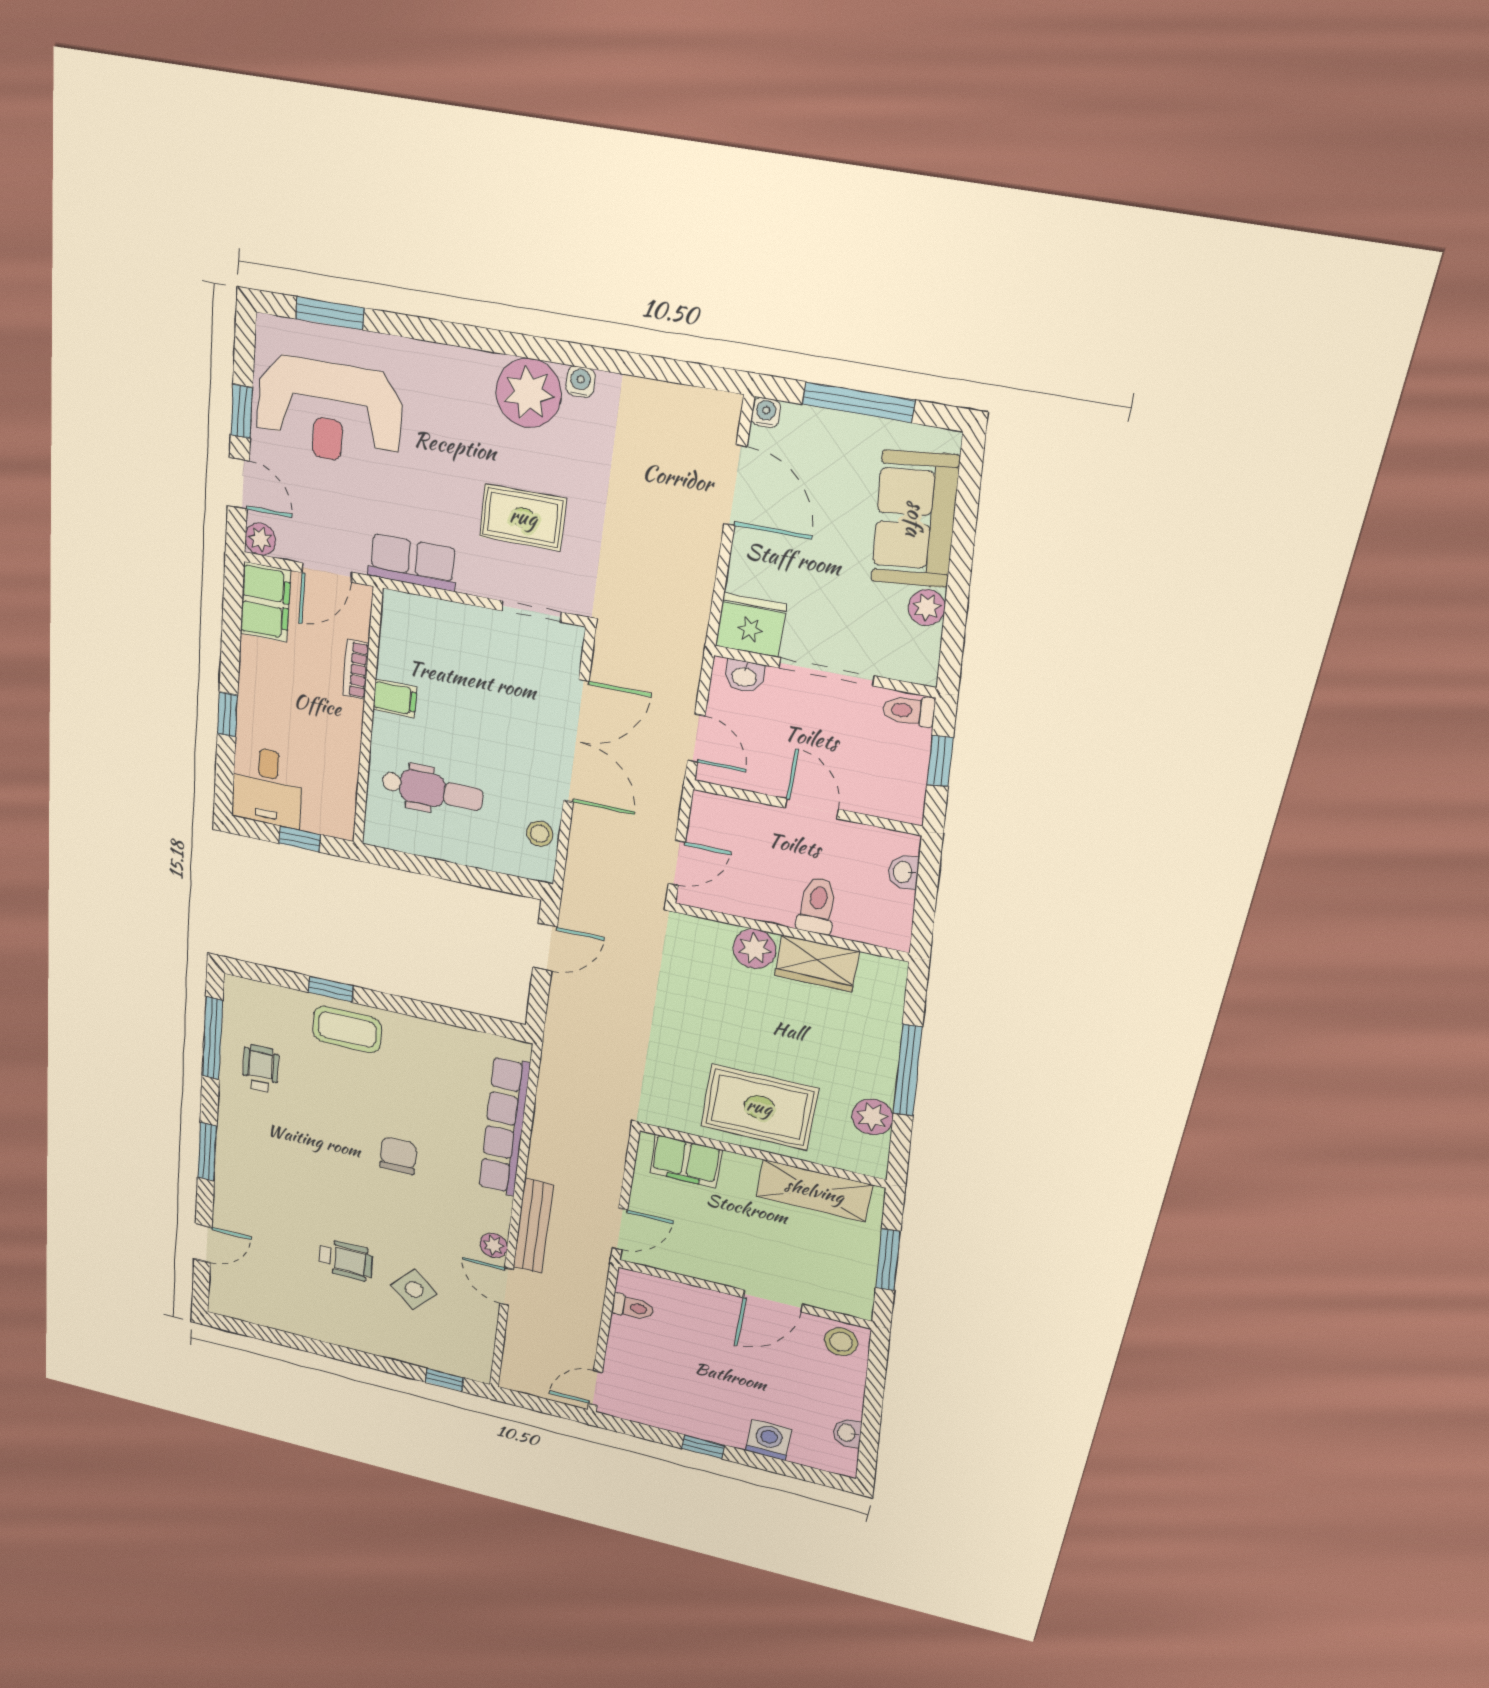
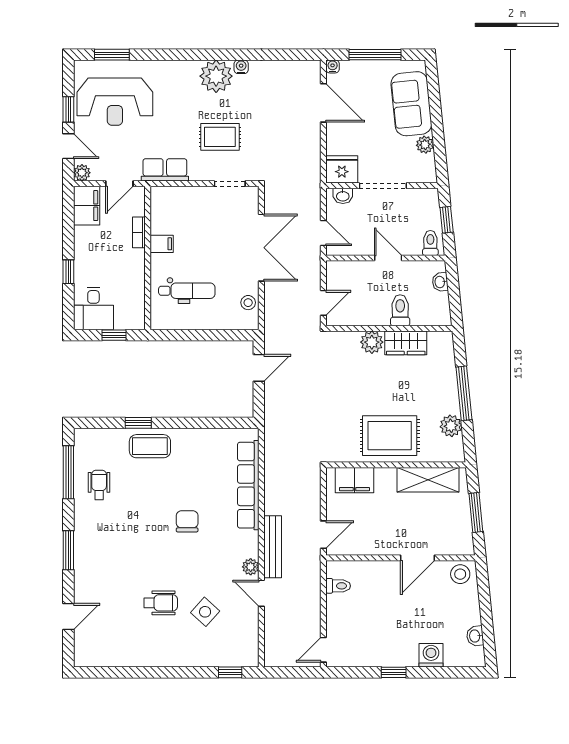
toilet: (909, 711) -> (430, 243), moved, turned 96

